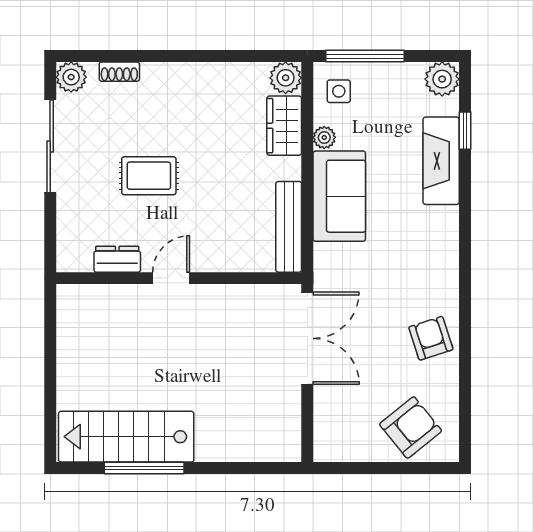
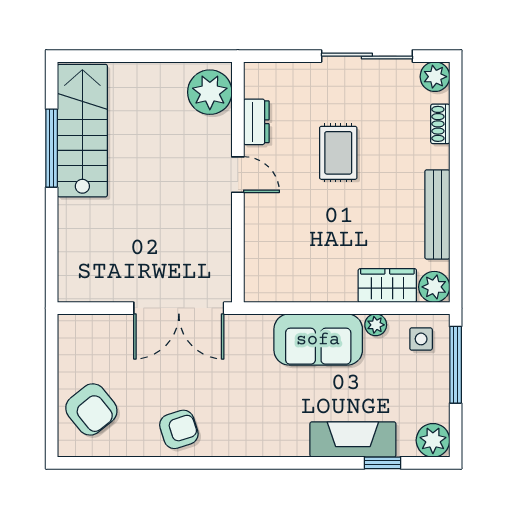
bench: (289, 227) -> (437, 214), moved, turned 90
plant: (87, 307) -> (210, 92), added

